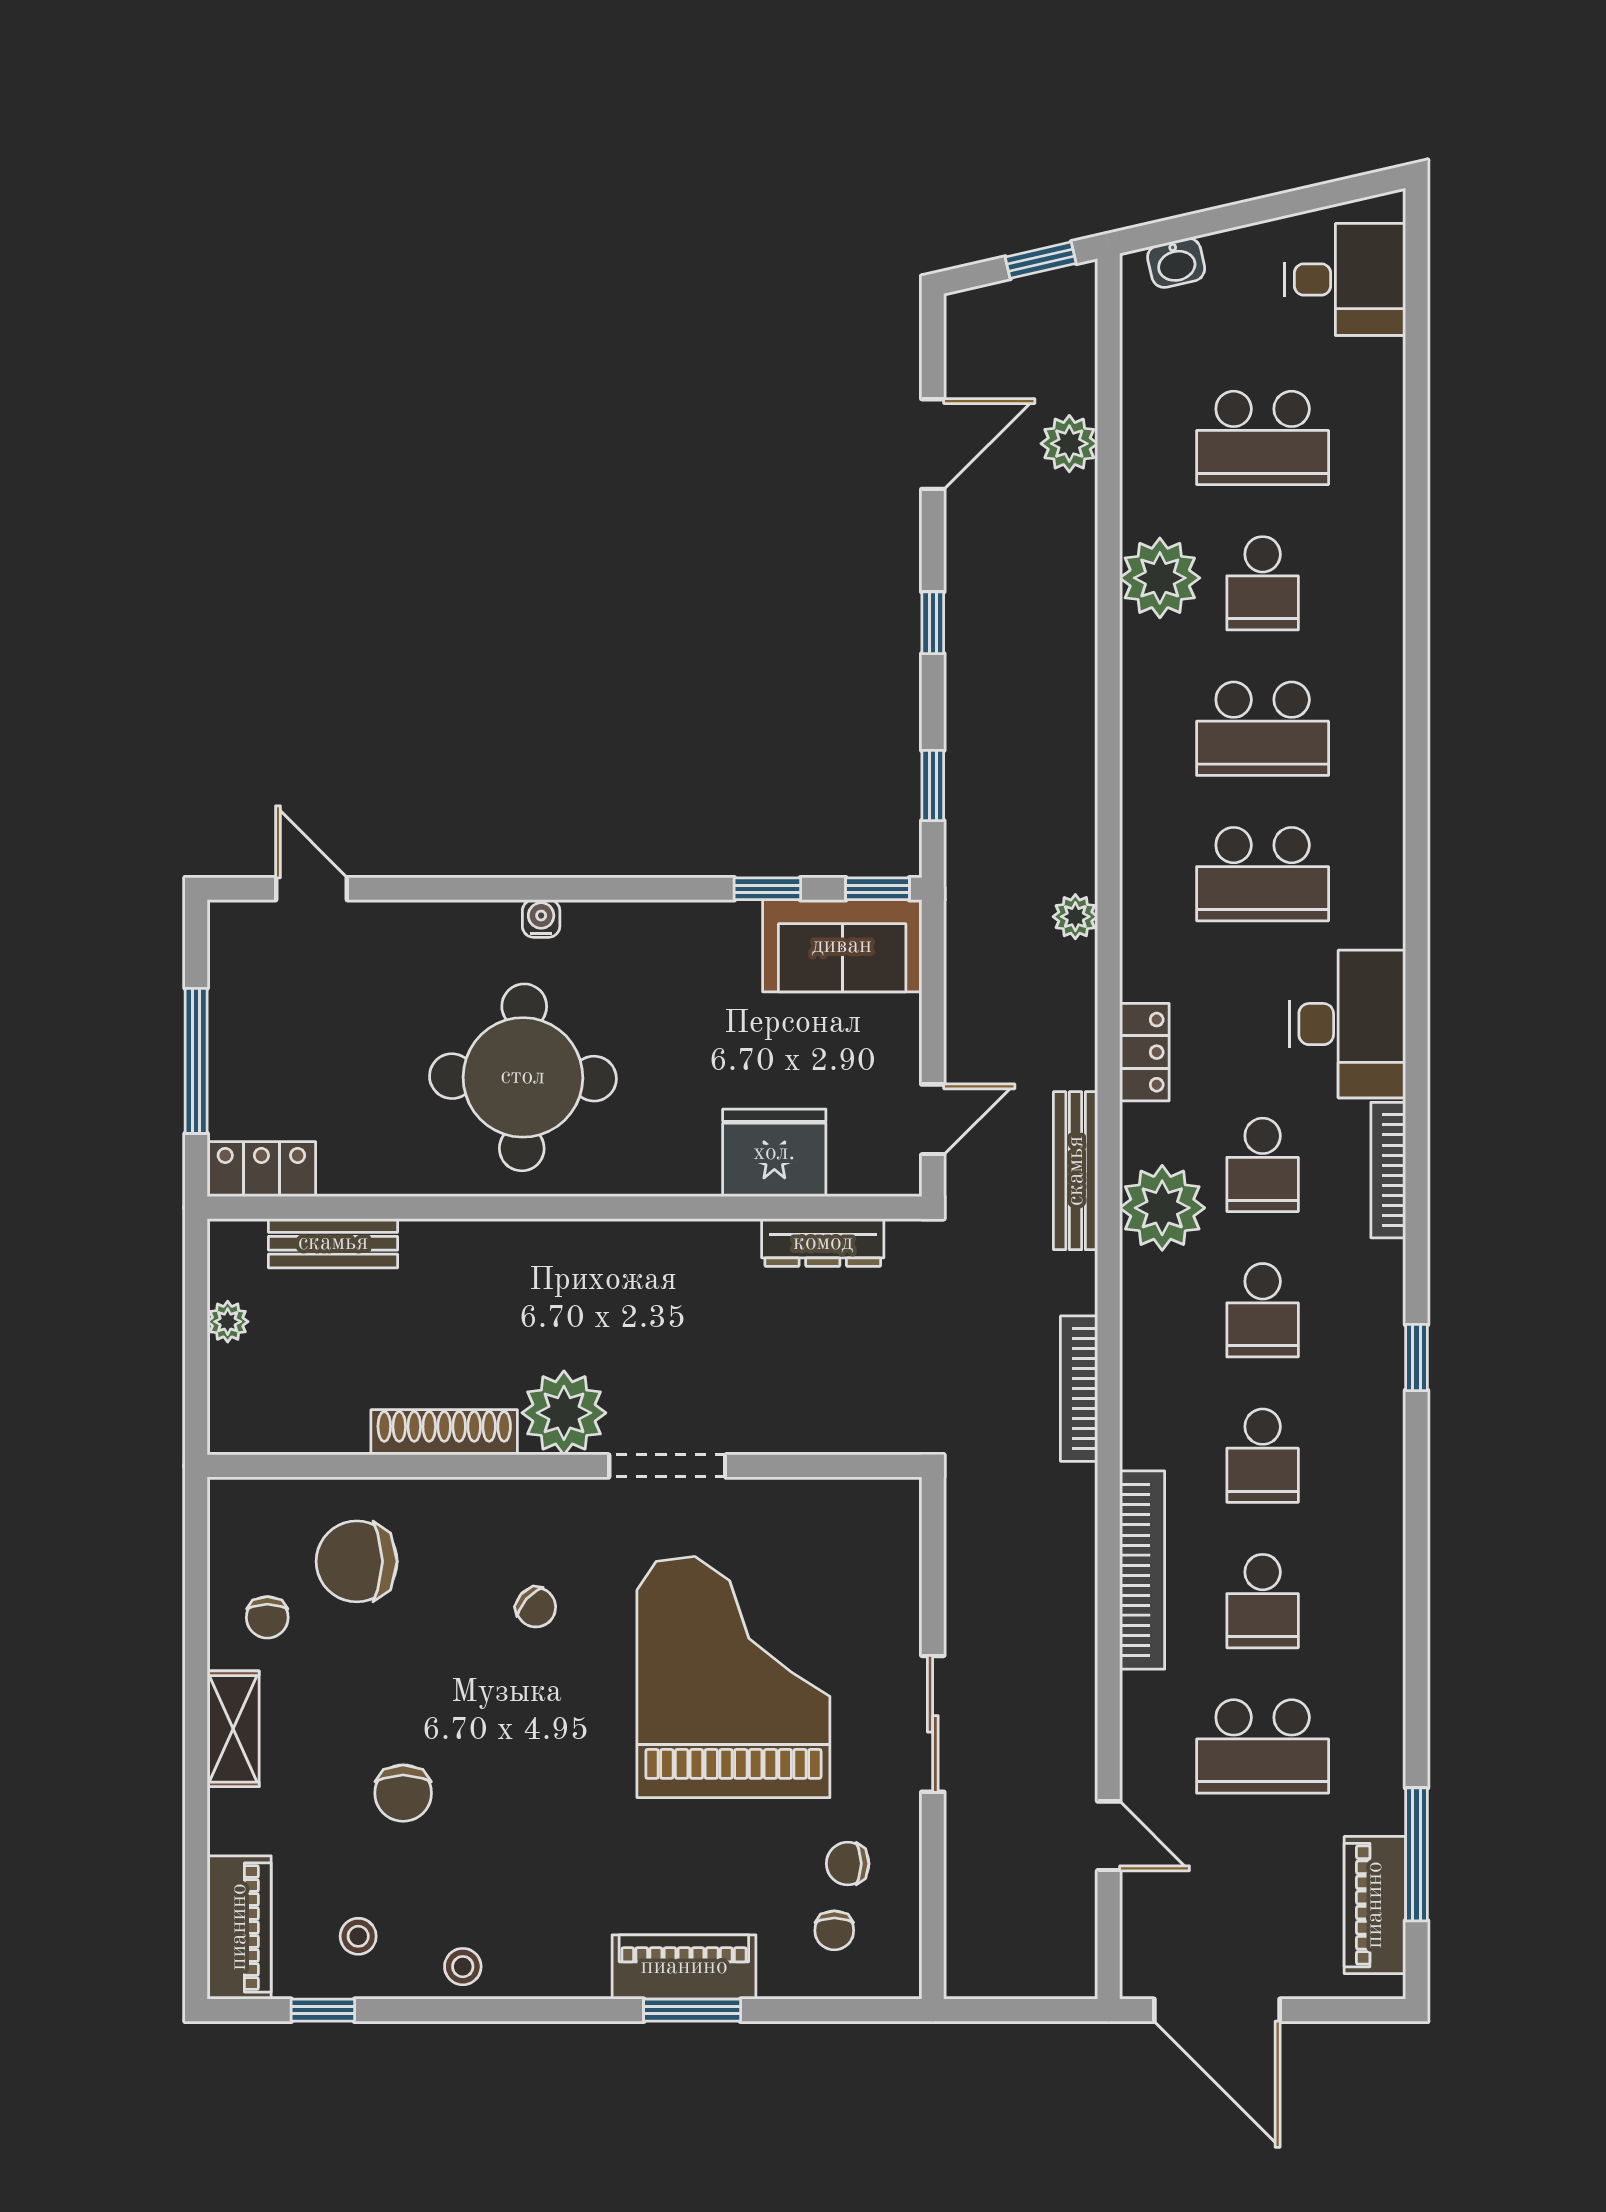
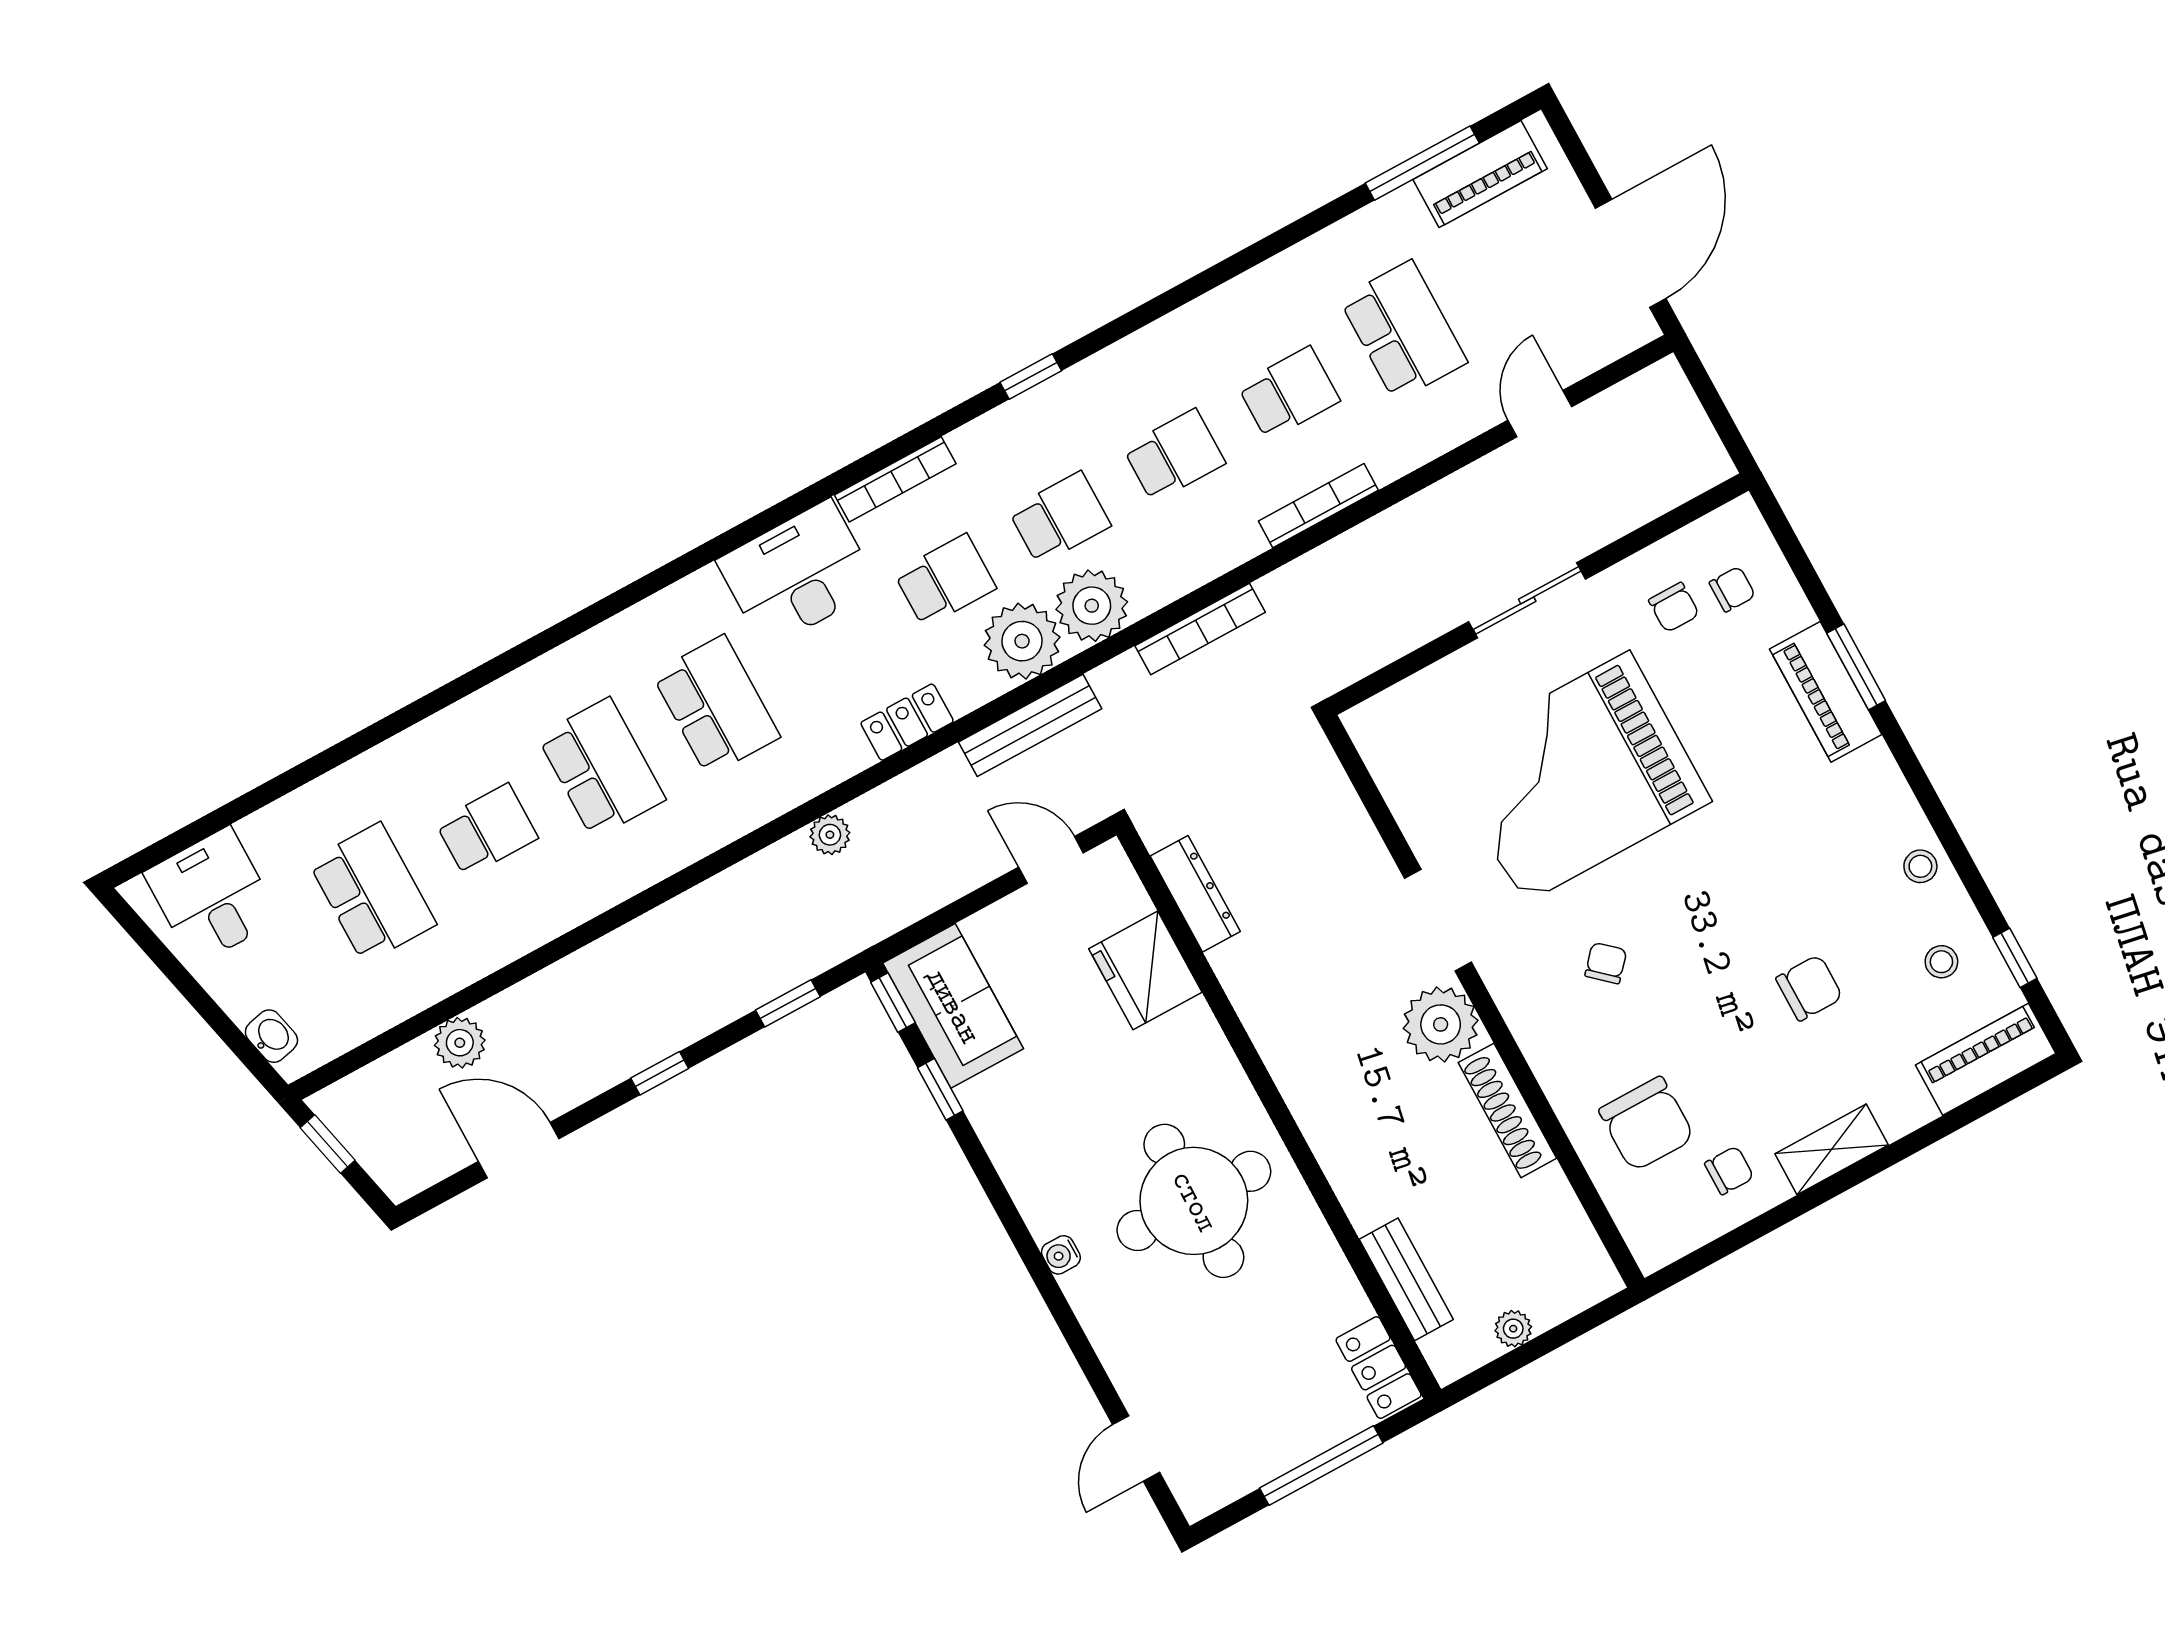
plant: (1160, 578) -> (1092, 606), moved
bookcase: (1142, 1570) -> (1318, 506), width x0.68, depth x0.76

